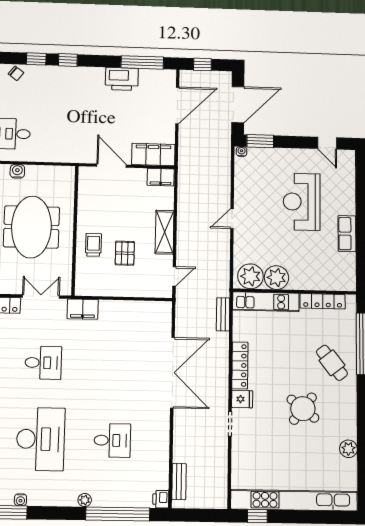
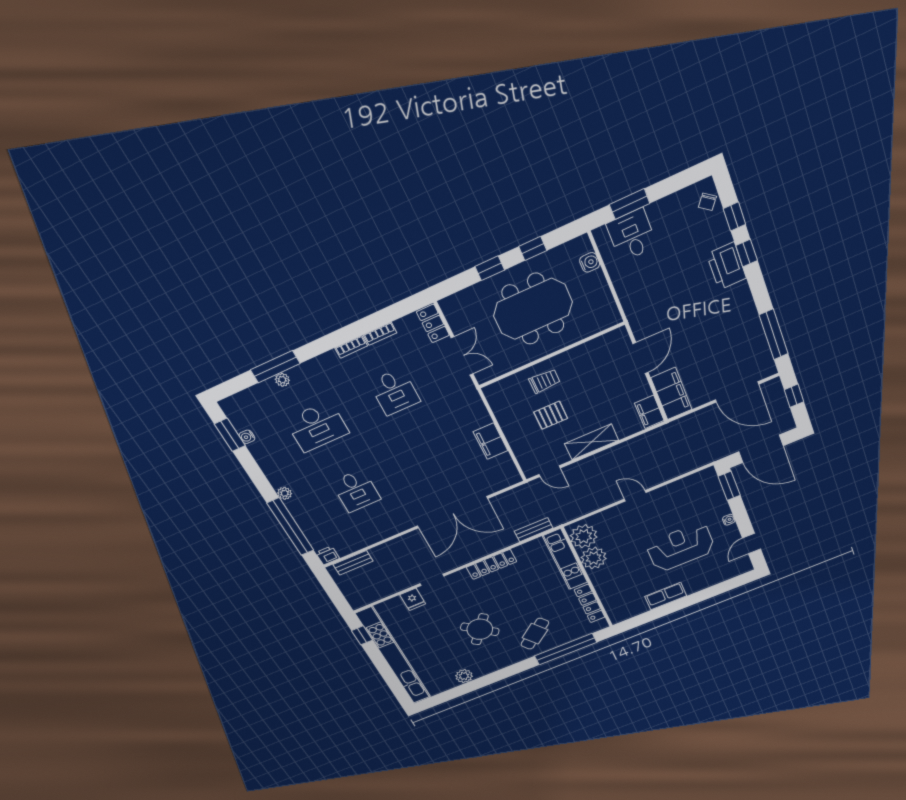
printer: (122, 79) -> (726, 266), moved
water cooler: (242, 151) -> (729, 520), moved
filing cabinet: (83, 309) -> (490, 441), moved
fridge: (242, 399) -> (413, 599), moved
desk: (41, 439) -> (317, 426), width x0.73, depth x0.77

